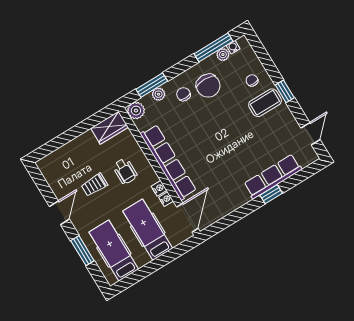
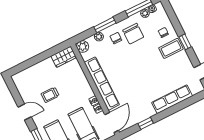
window: (152, 85) -> (105, 25), moved
wheelchair: (125, 171) -> (72, 87), removed
window: (271, 194) -> (146, 123), moved
door: (59, 213) -> (25, 112), hinge flipped

